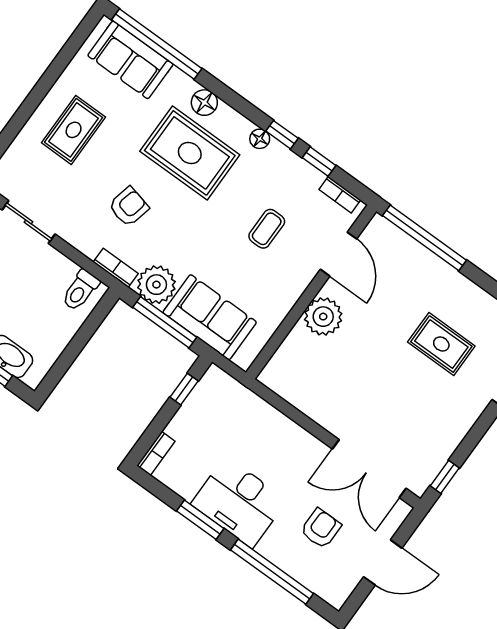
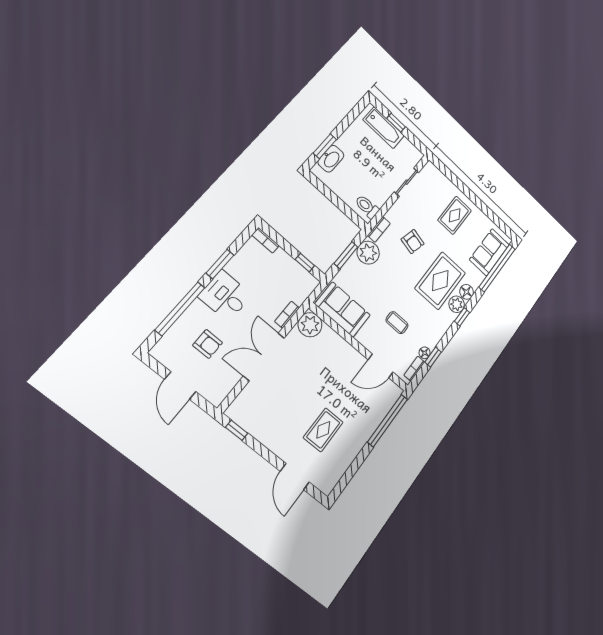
plant: (227, 121) -> (457, 304), added
rug: (74, 130) -> (455, 215), turned 90
window: (282, 135) -> (462, 317), moved
floor lamp: (260, 139) -> (425, 353), moved
sofa: (210, 317) -> (343, 310), moved, turned -90
plant: (323, 317) -> (310, 325), moved
window: (165, 322) -> (346, 255), width x0.69
bookcase: (268, 412) -> (287, 315), added
double door: (369, 469) -> (264, 357), moved
desk: (239, 502) -> (225, 296), width x0.73

